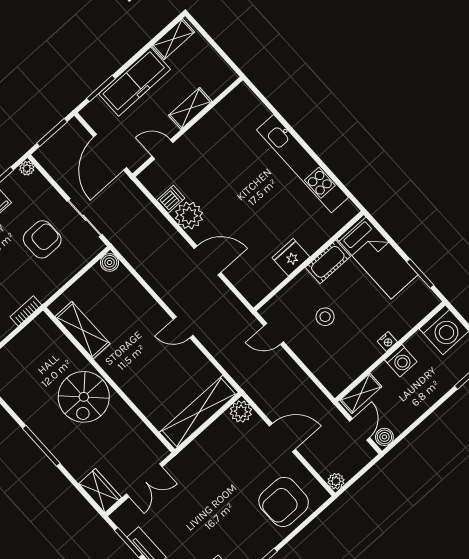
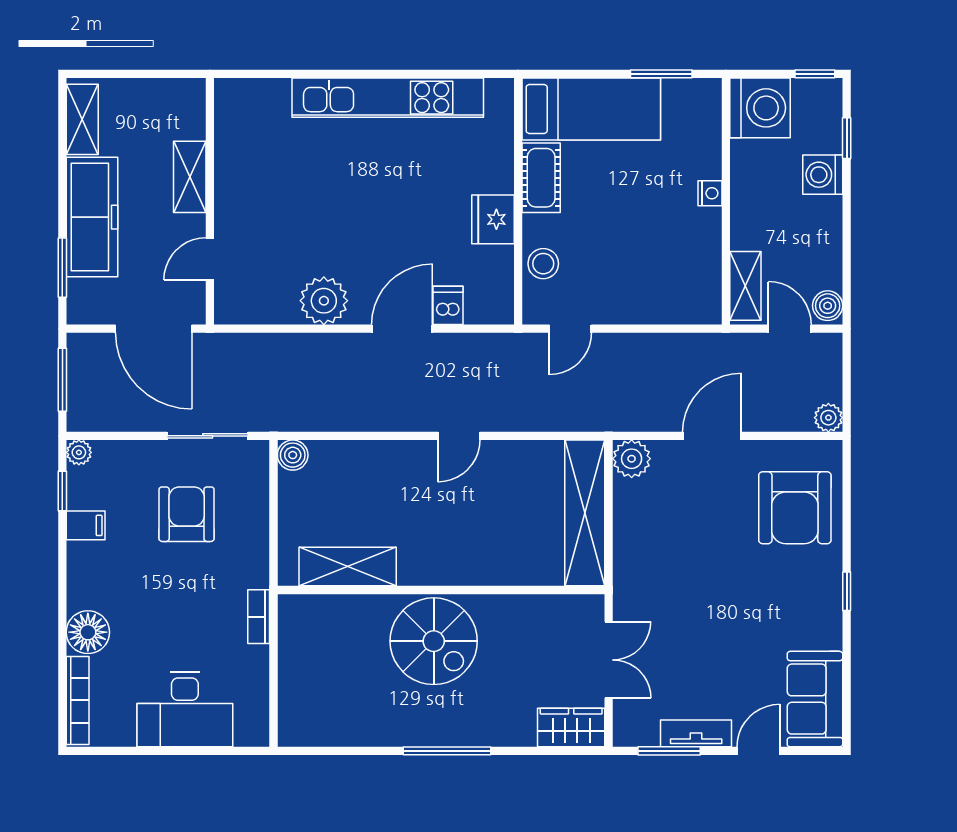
dishwasher: (171, 199) -> (448, 305), moved
stool: (325, 317) -> (543, 264), moved
washing machine: (401, 361) -> (823, 175), moved, turned 180

